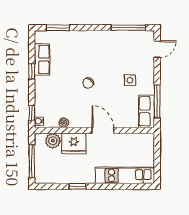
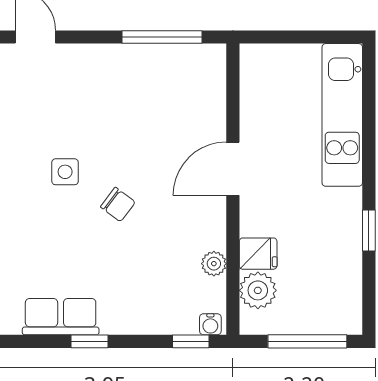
side table: (130, 80) -> (65, 172), moved
row of seats: (147, 111) -> (187, 63), removed
fridge: (74, 143) -> (258, 254), width x0.53, depth x0.75

